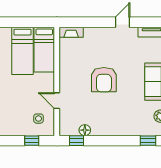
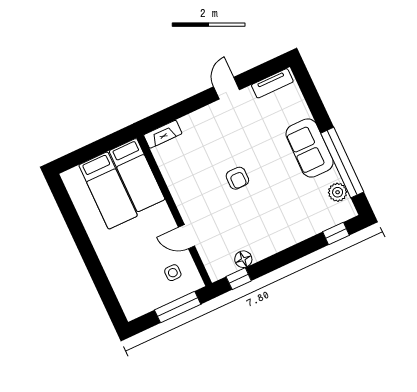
armchair: (104, 80) -> (237, 178), width x0.53, depth x0.53
window: (32, 141) -> (178, 307), width x2.17

